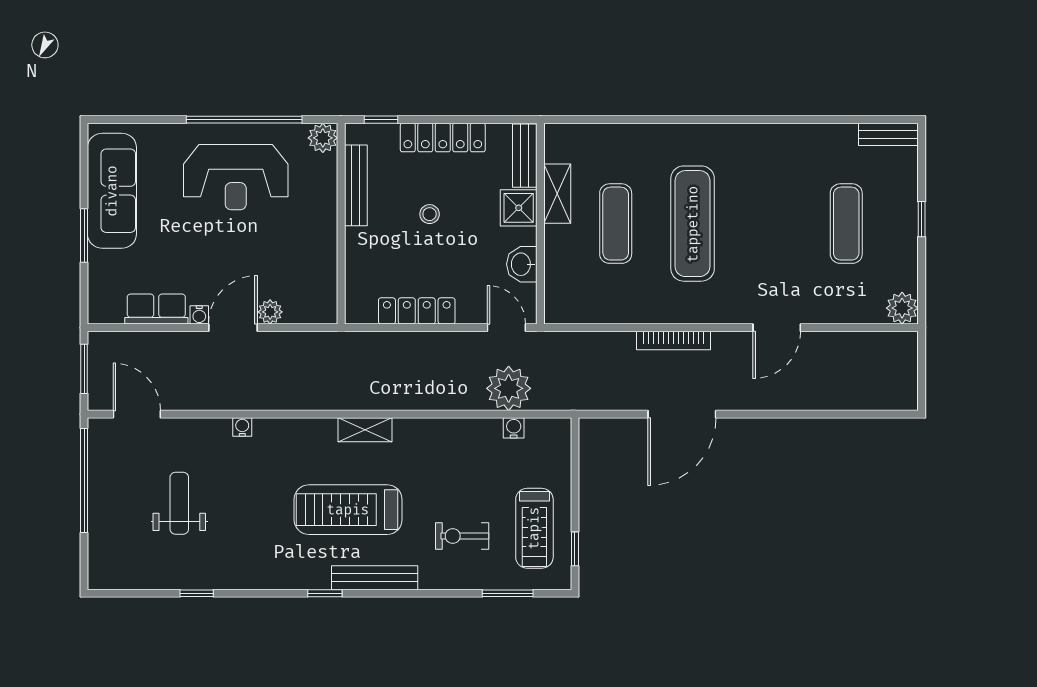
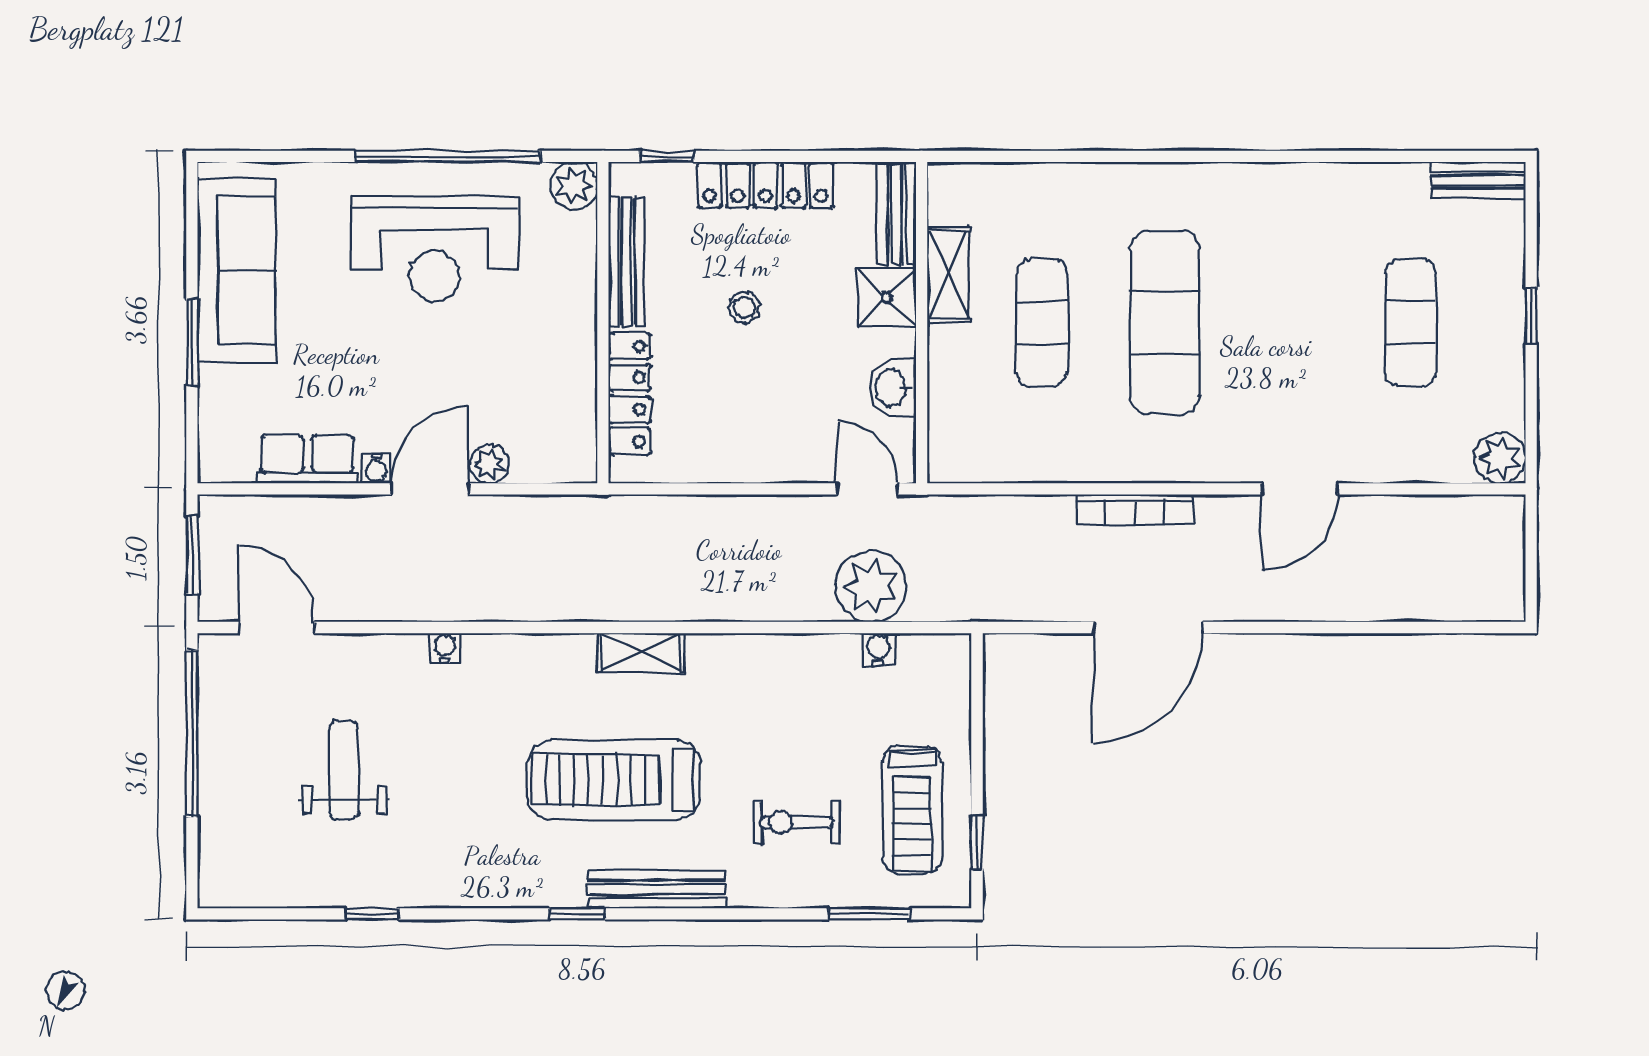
locker: (417, 311) -> (630, 394), moved, turned 90

